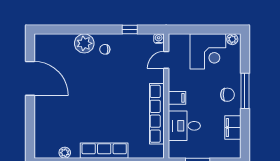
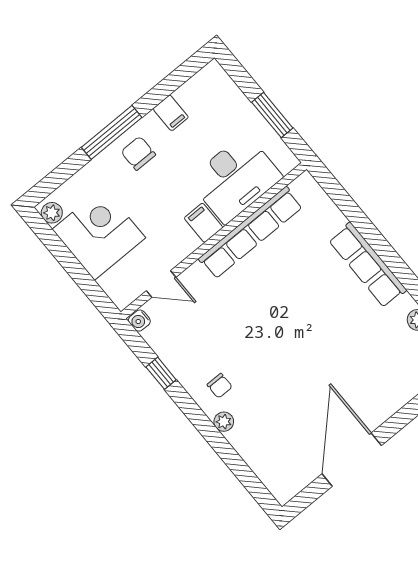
plant: (84, 43) -> (224, 422), width x0.53, depth x0.53
desk: (184, 126) -> (235, 178), width x1.37
filing cabinet: (233, 128) -> (171, 113), width x0.50

